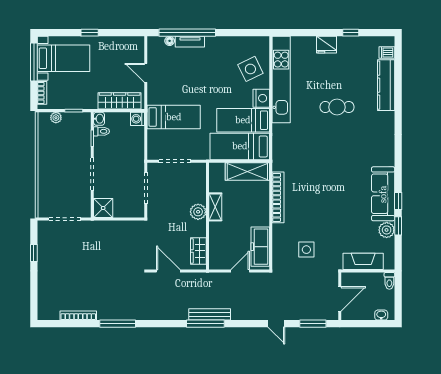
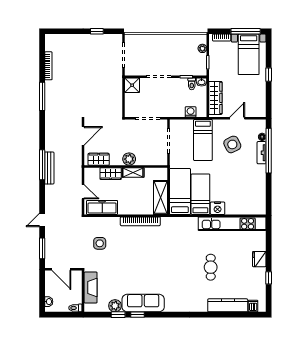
side table: (250, 69) -> (232, 144), moved
washing machine: (137, 119) -> (191, 112), moved
wardrobe: (217, 236) -> (111, 174), added

